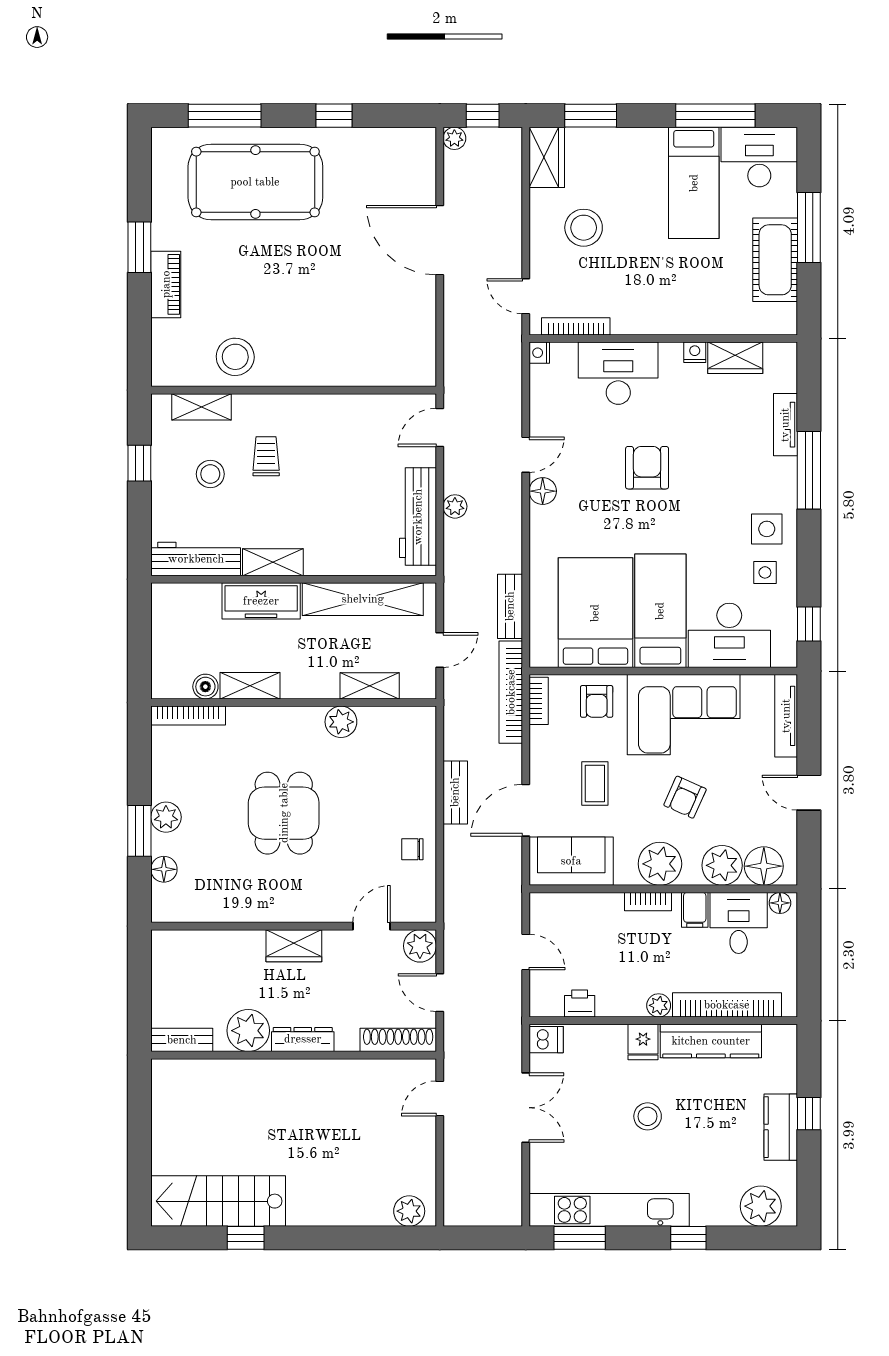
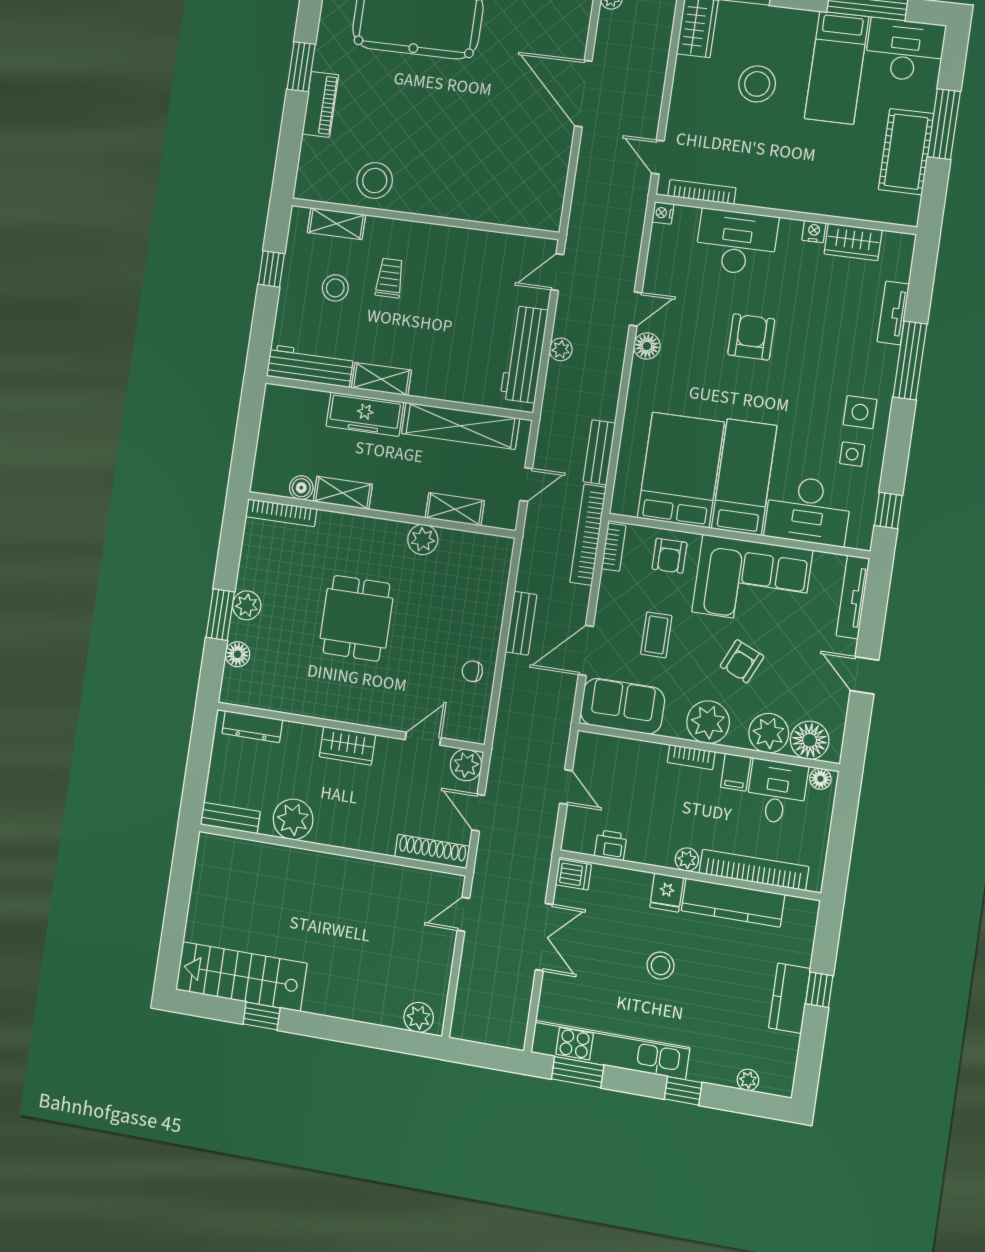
stool: (584, 228) -> (757, 84), moved
dresser: (303, 1039) -> (252, 727), moved, turned 180
plant: (761, 1206) -> (748, 1080), width x0.53, depth x0.53

